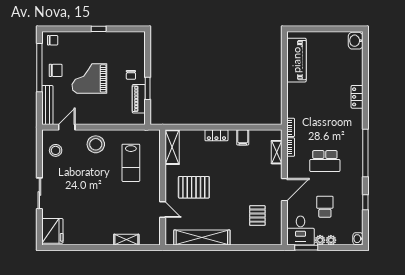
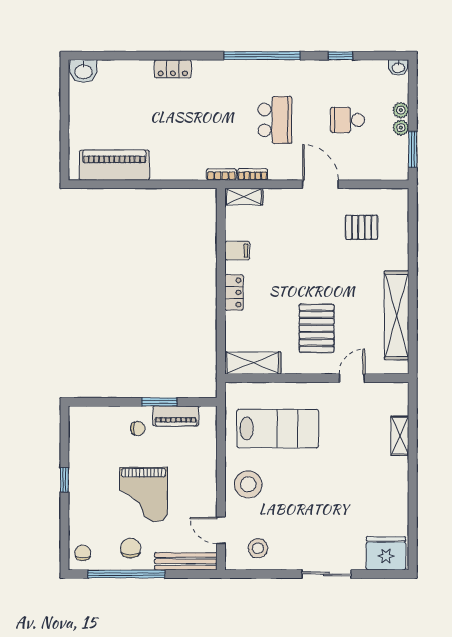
shelving: (277, 152) -> (244, 197), moved
lab bench: (131, 163) -> (278, 429), width x1.36, depth x1.39
desk: (300, 231) -> (385, 159), removed

